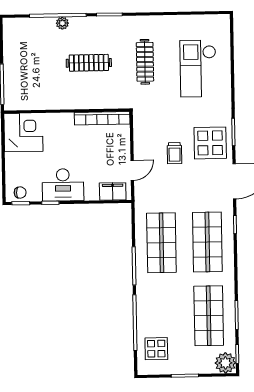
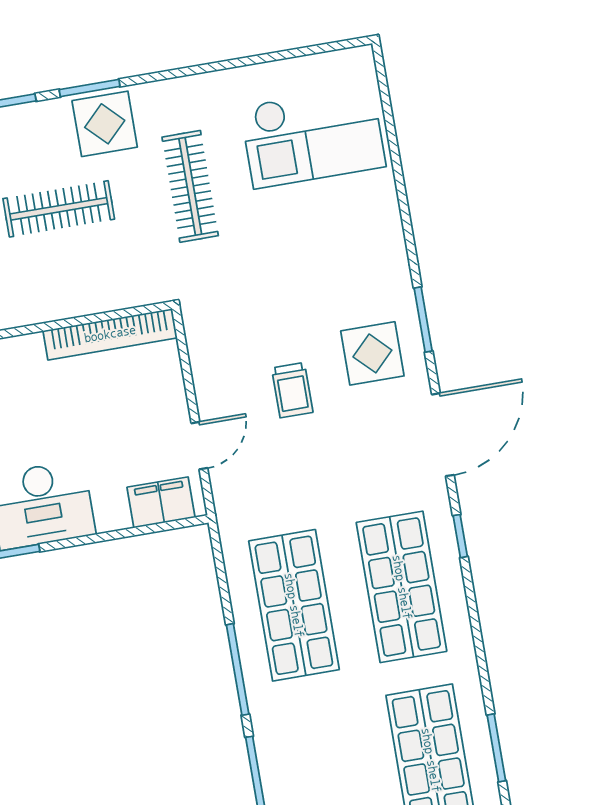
display table: (113, 30) -> (105, 124), added
checkout: (198, 68) -> (313, 137), moved, turned -90
display table: (210, 143) -> (372, 353), width x0.73, depth x0.73

